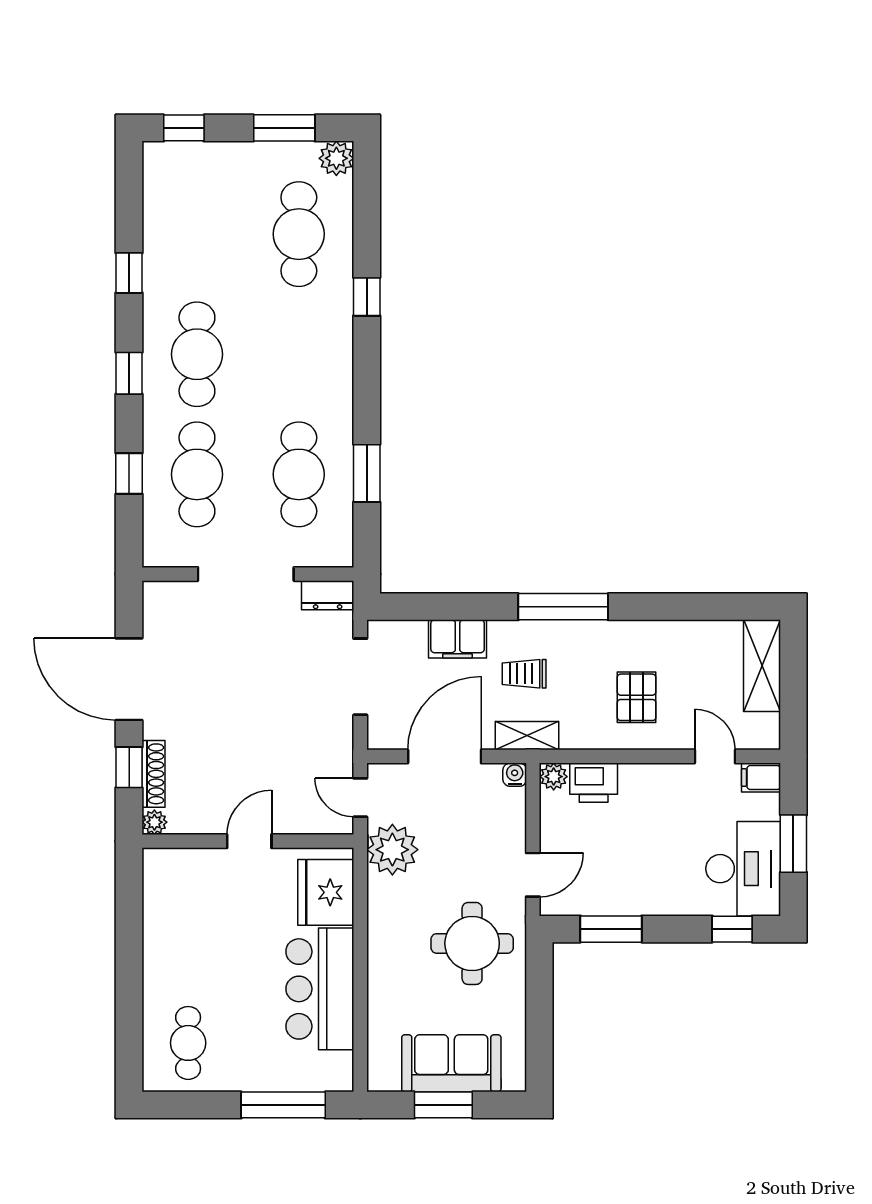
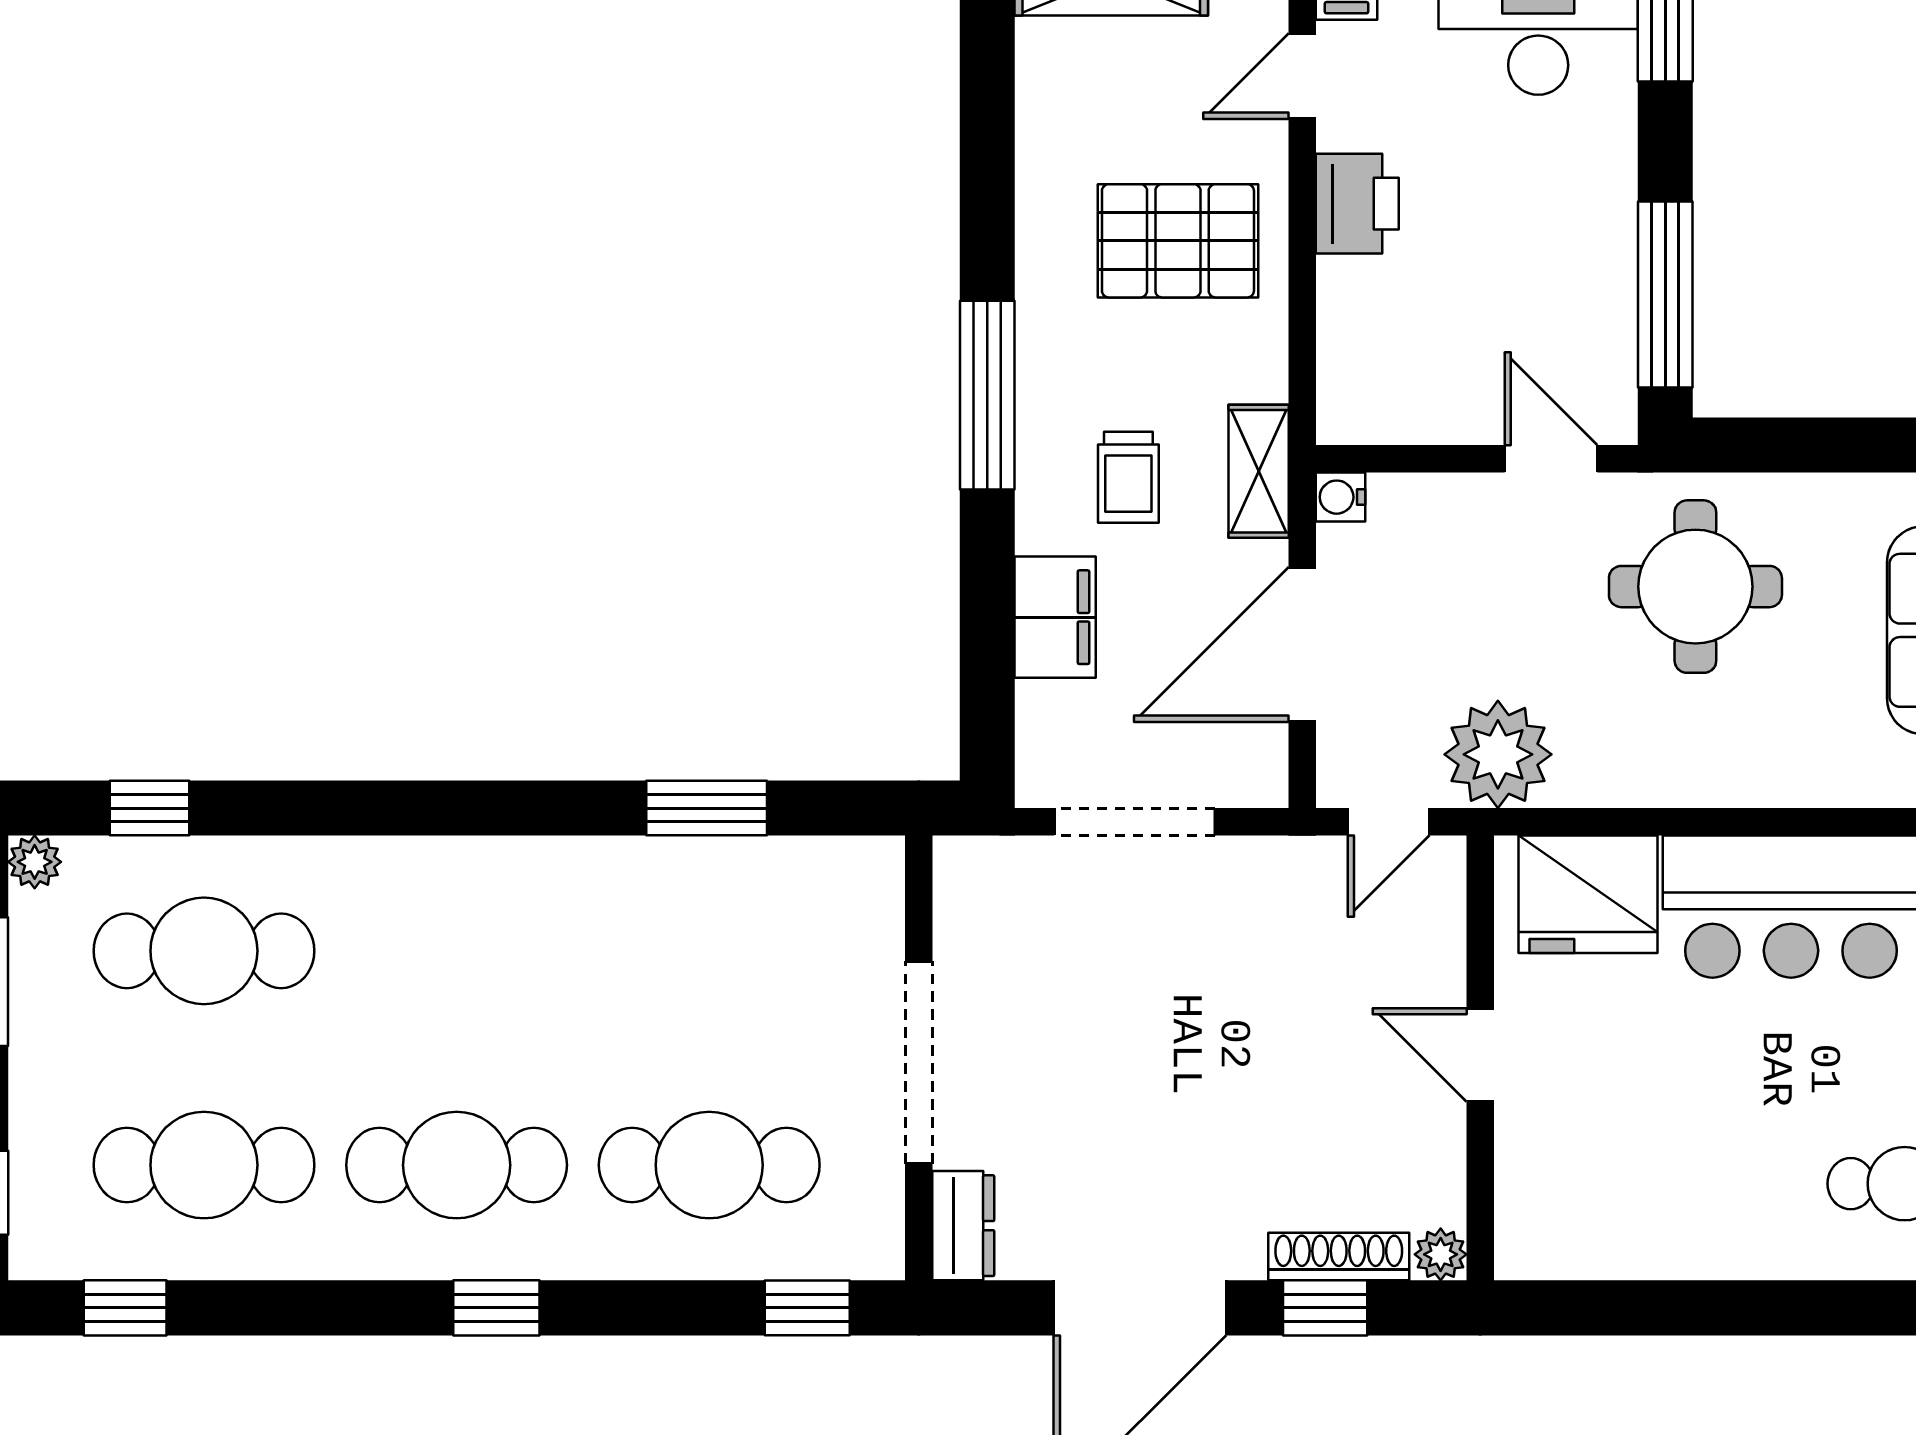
plant: (336, 158) -> (35, 862), width x0.73, depth x0.73
window: (129, 273) -> (125, 1308), moved
window: (367, 297) -> (149, 808), moved
window: (129, 474) -> (807, 1308), moved
cafe table: (299, 474) -> (204, 1165), moved
dresser: (328, 595) -> (963, 1226), moved
pallet: (637, 697) -> (1178, 241), width x1.50, depth x1.42
door: (445, 756) -> (1302, 644), hinge flipped
plant: (554, 777) -> (1344, 415), removed
printer: (594, 783) -> (1357, 204), moved
window: (611, 929) -> (1665, 295), width x1.44

